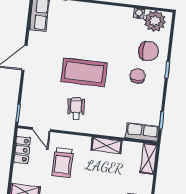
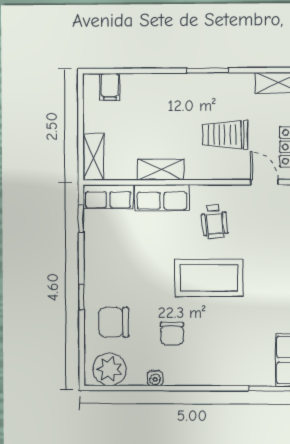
water cooler: (139, 13) -> (155, 378), moved
chair: (138, 76) -> (172, 333), moved
row of seats: (108, 127) -> (162, 198), added
trolley: (63, 163) -> (225, 135), turned -90

